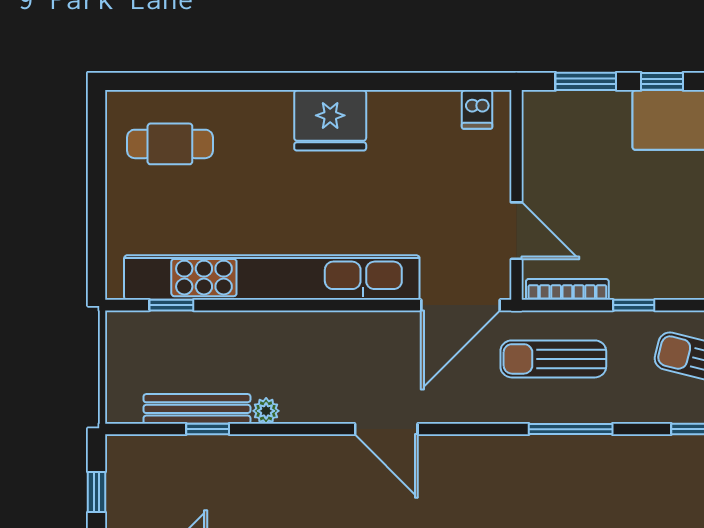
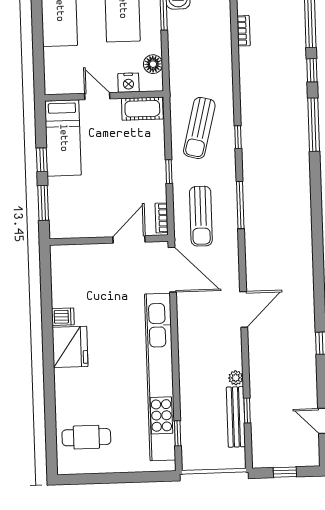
dishwasher: (477, 109) -> (63, 317), moved
cafe table: (170, 144) -> (86, 437), turned 90
bookcase: (567, 289) -> (162, 218), width x0.64

